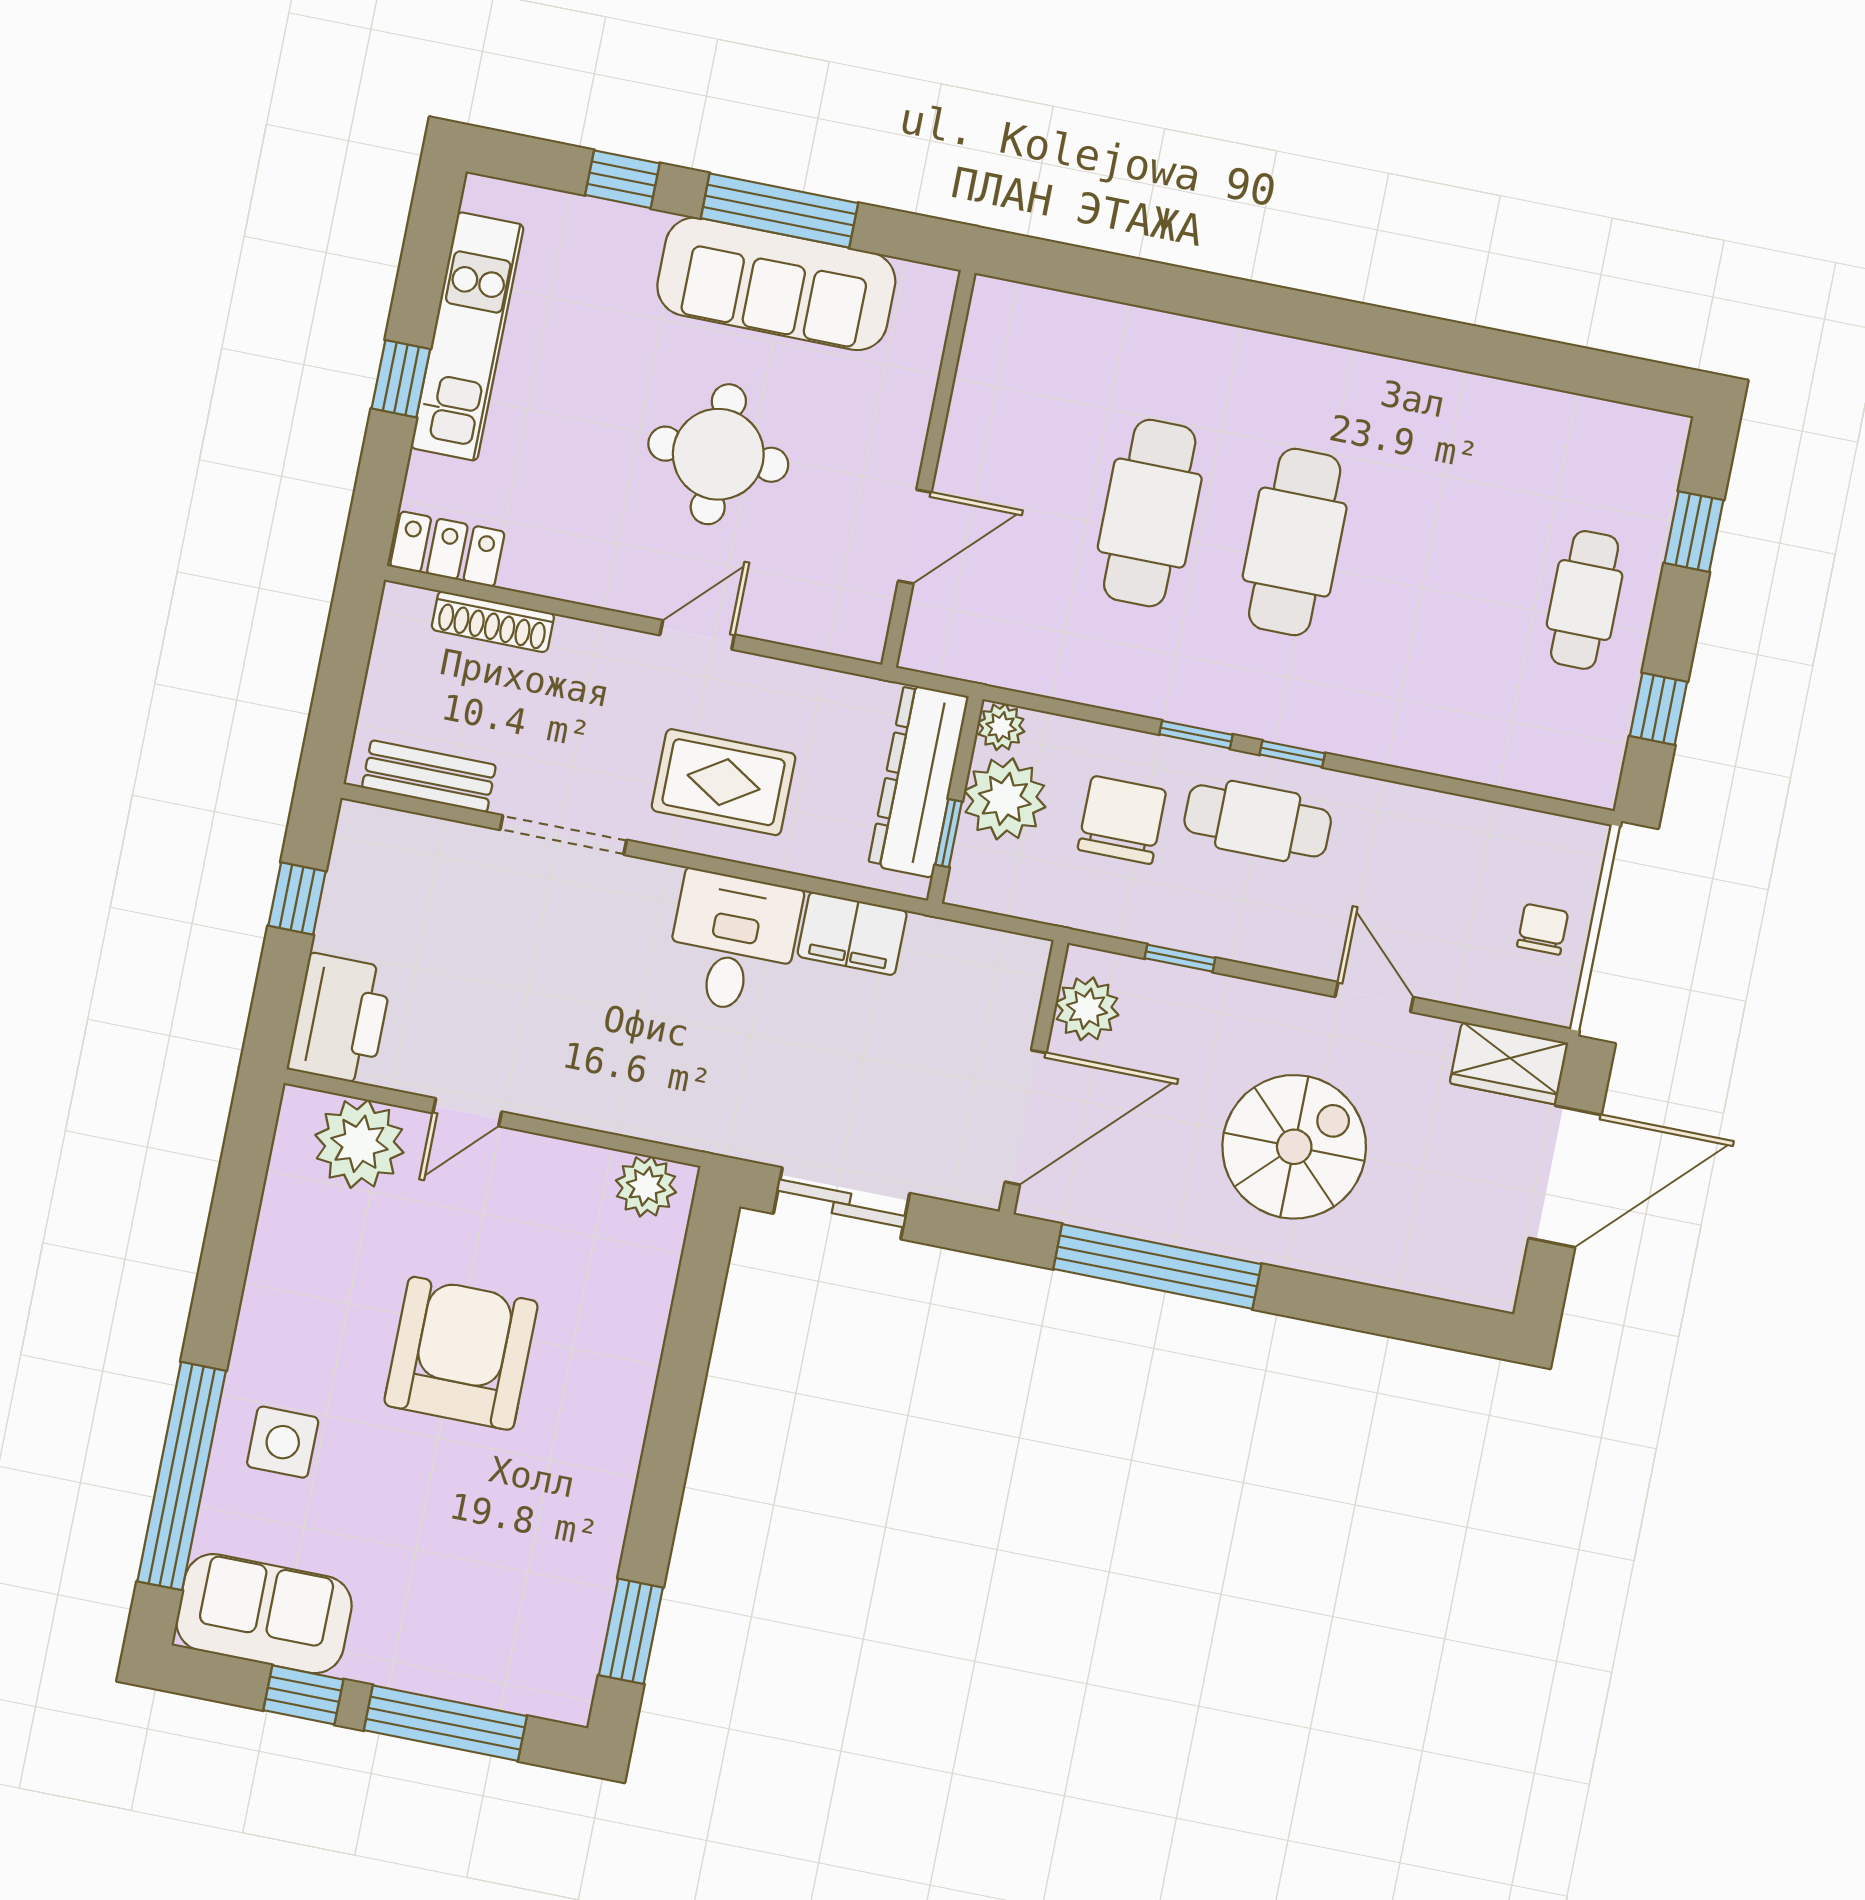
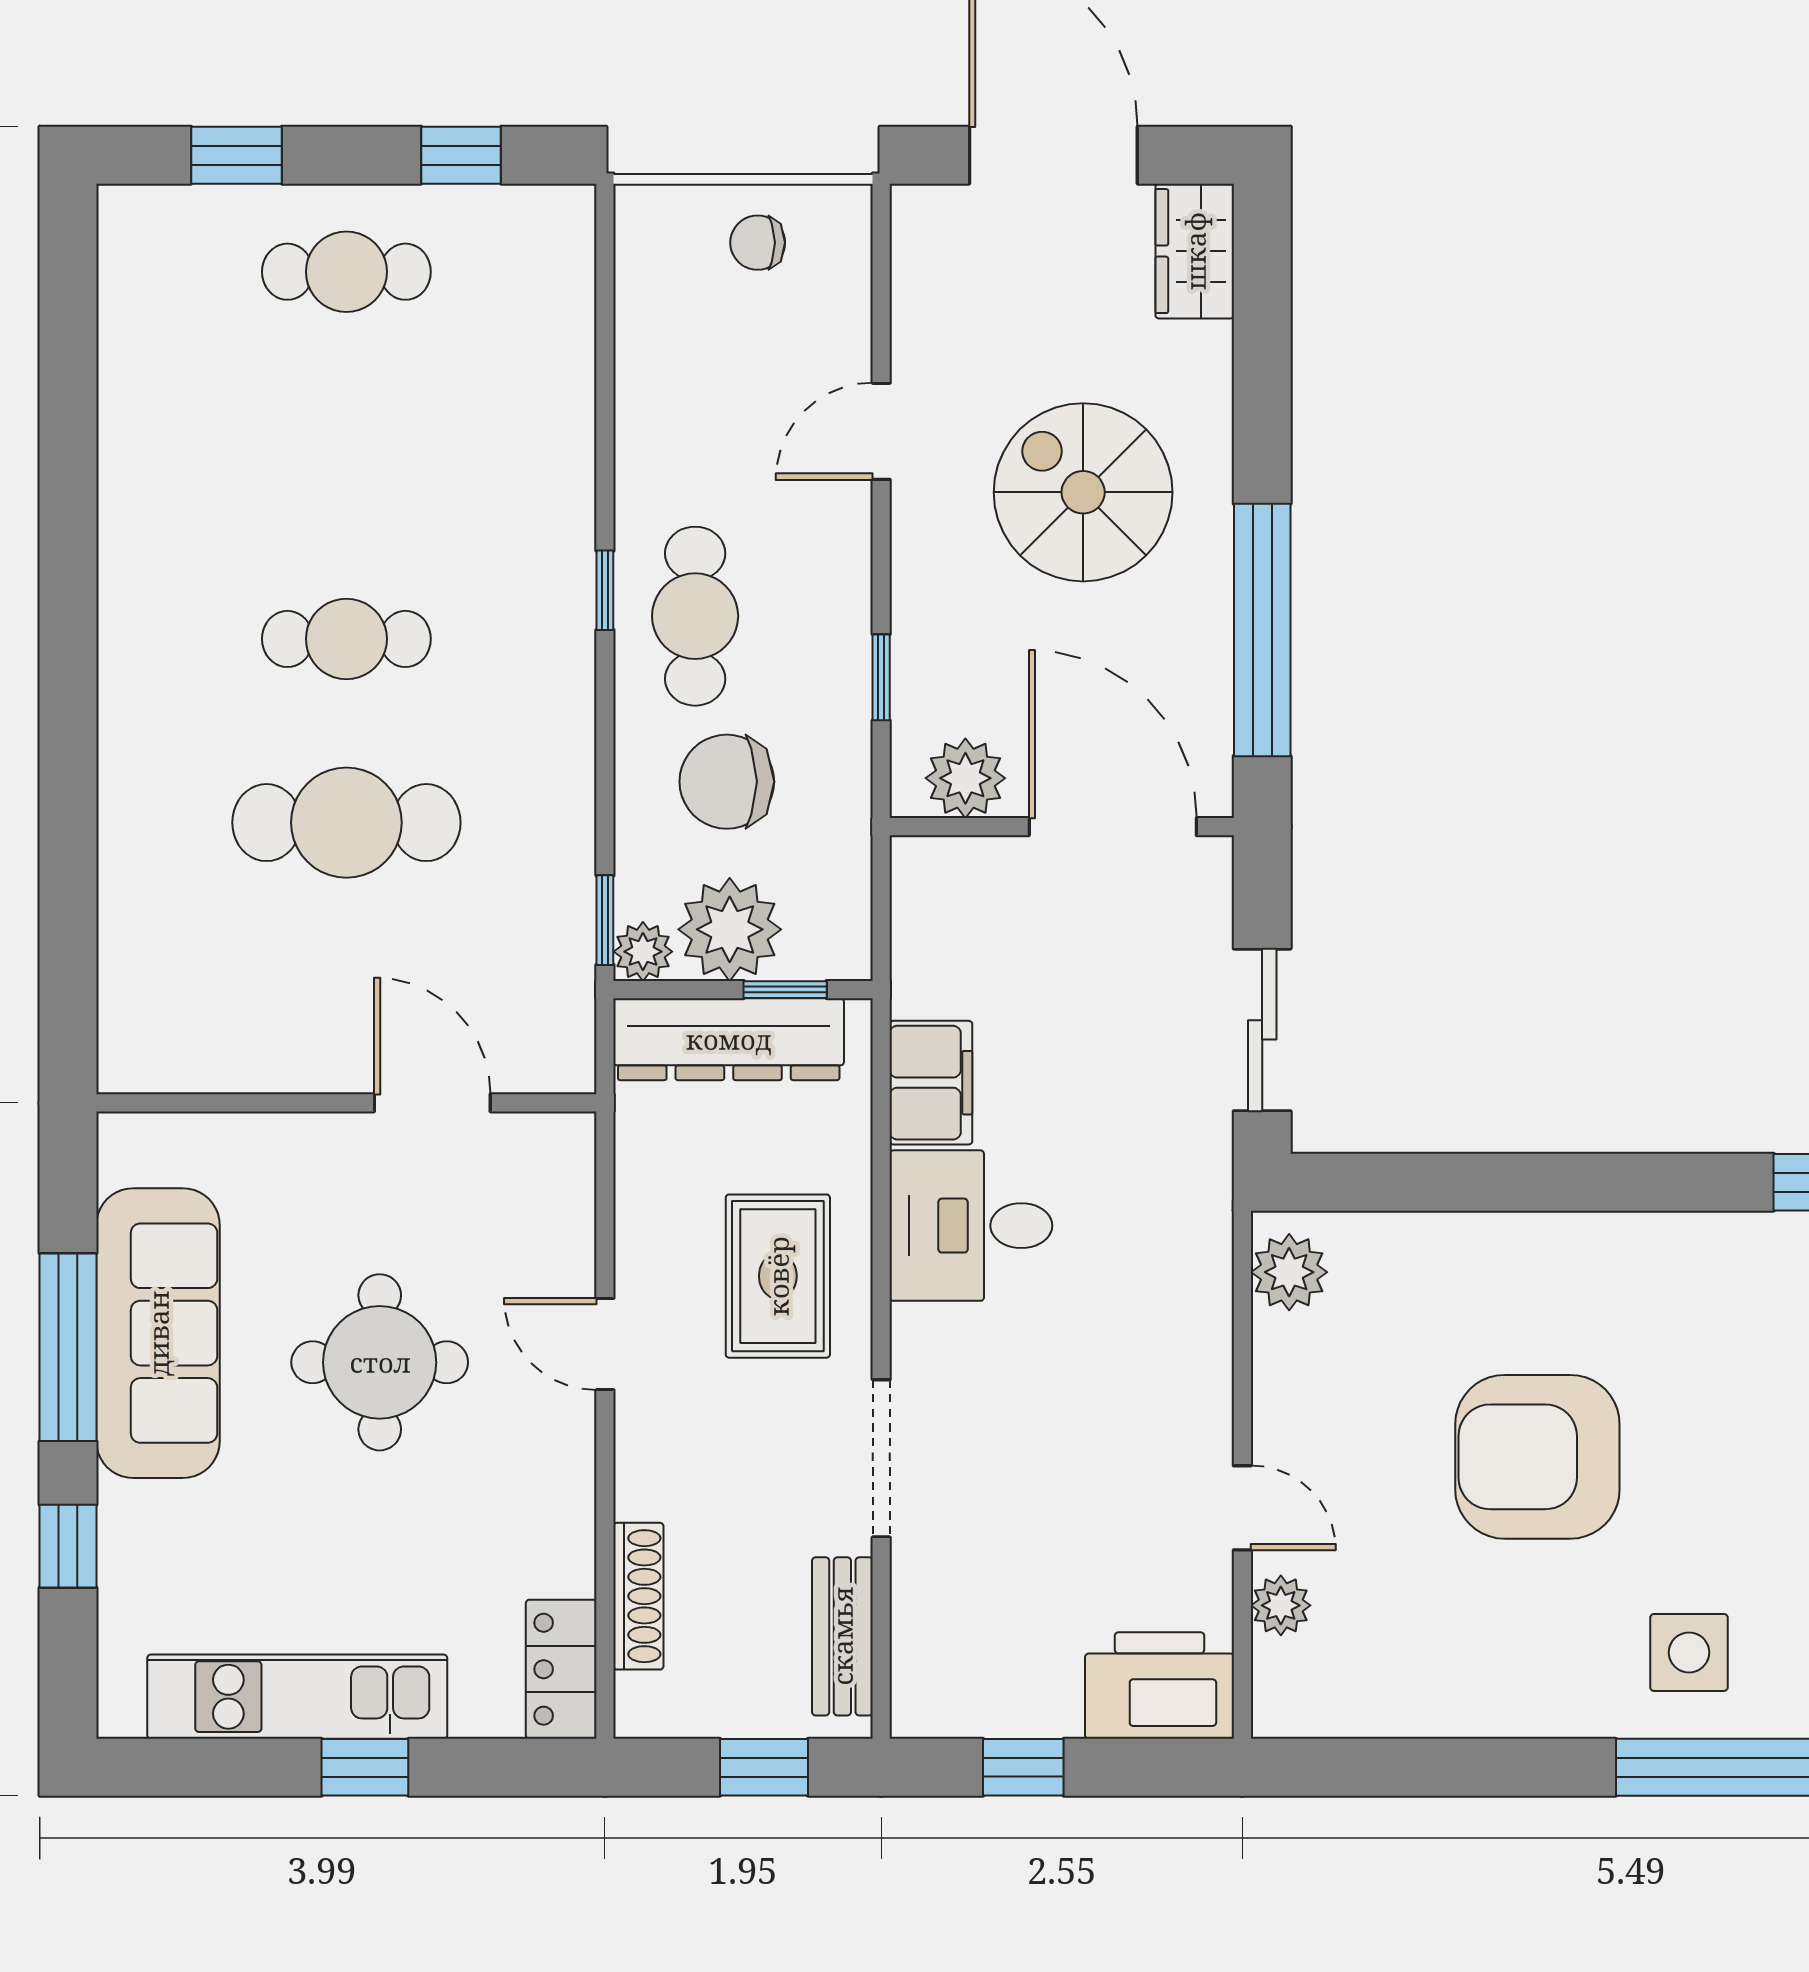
cafe table: (1295, 542) -> (346, 639), width x0.73, depth x0.74
window: (338, 694) -> (764, 1767), added
window: (1196, 735) -> (605, 920), moved
wardrobe: (1509, 1063) -> (1195, 251), moved, turned 180
plant: (359, 1144) -> (1281, 1605), width x0.53, depth x0.53

